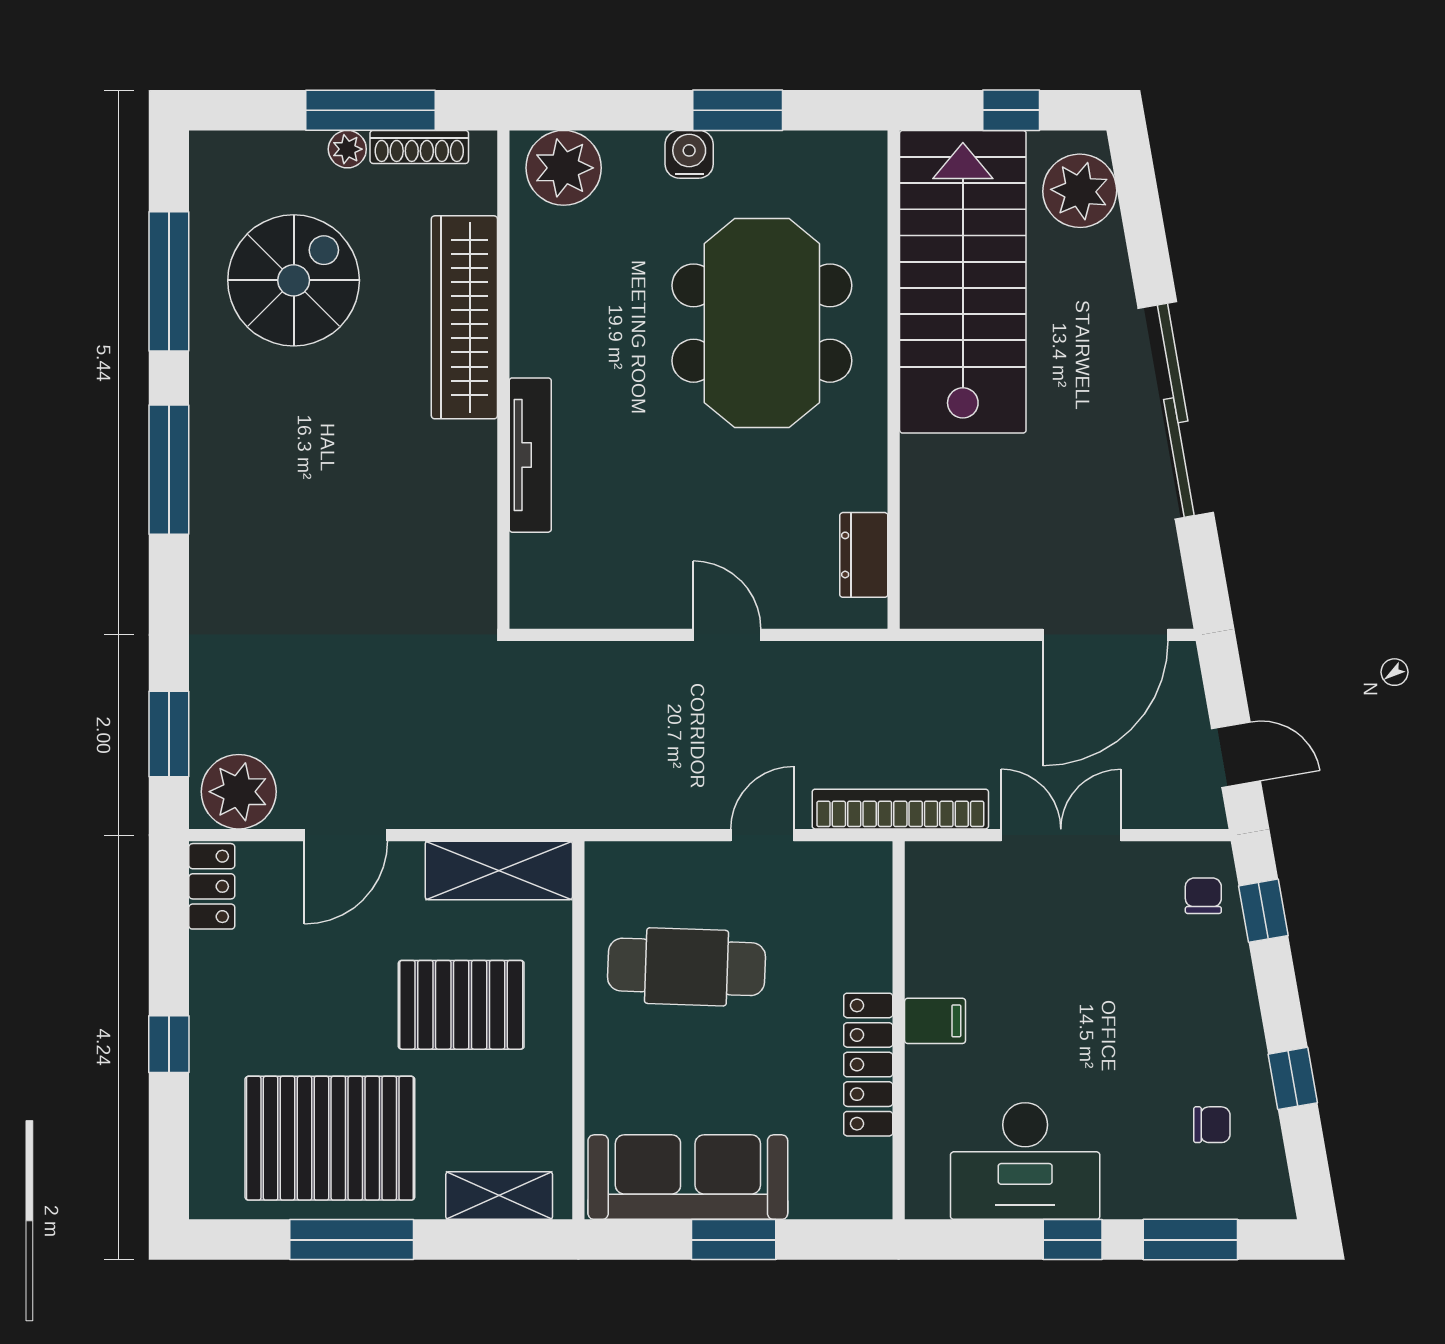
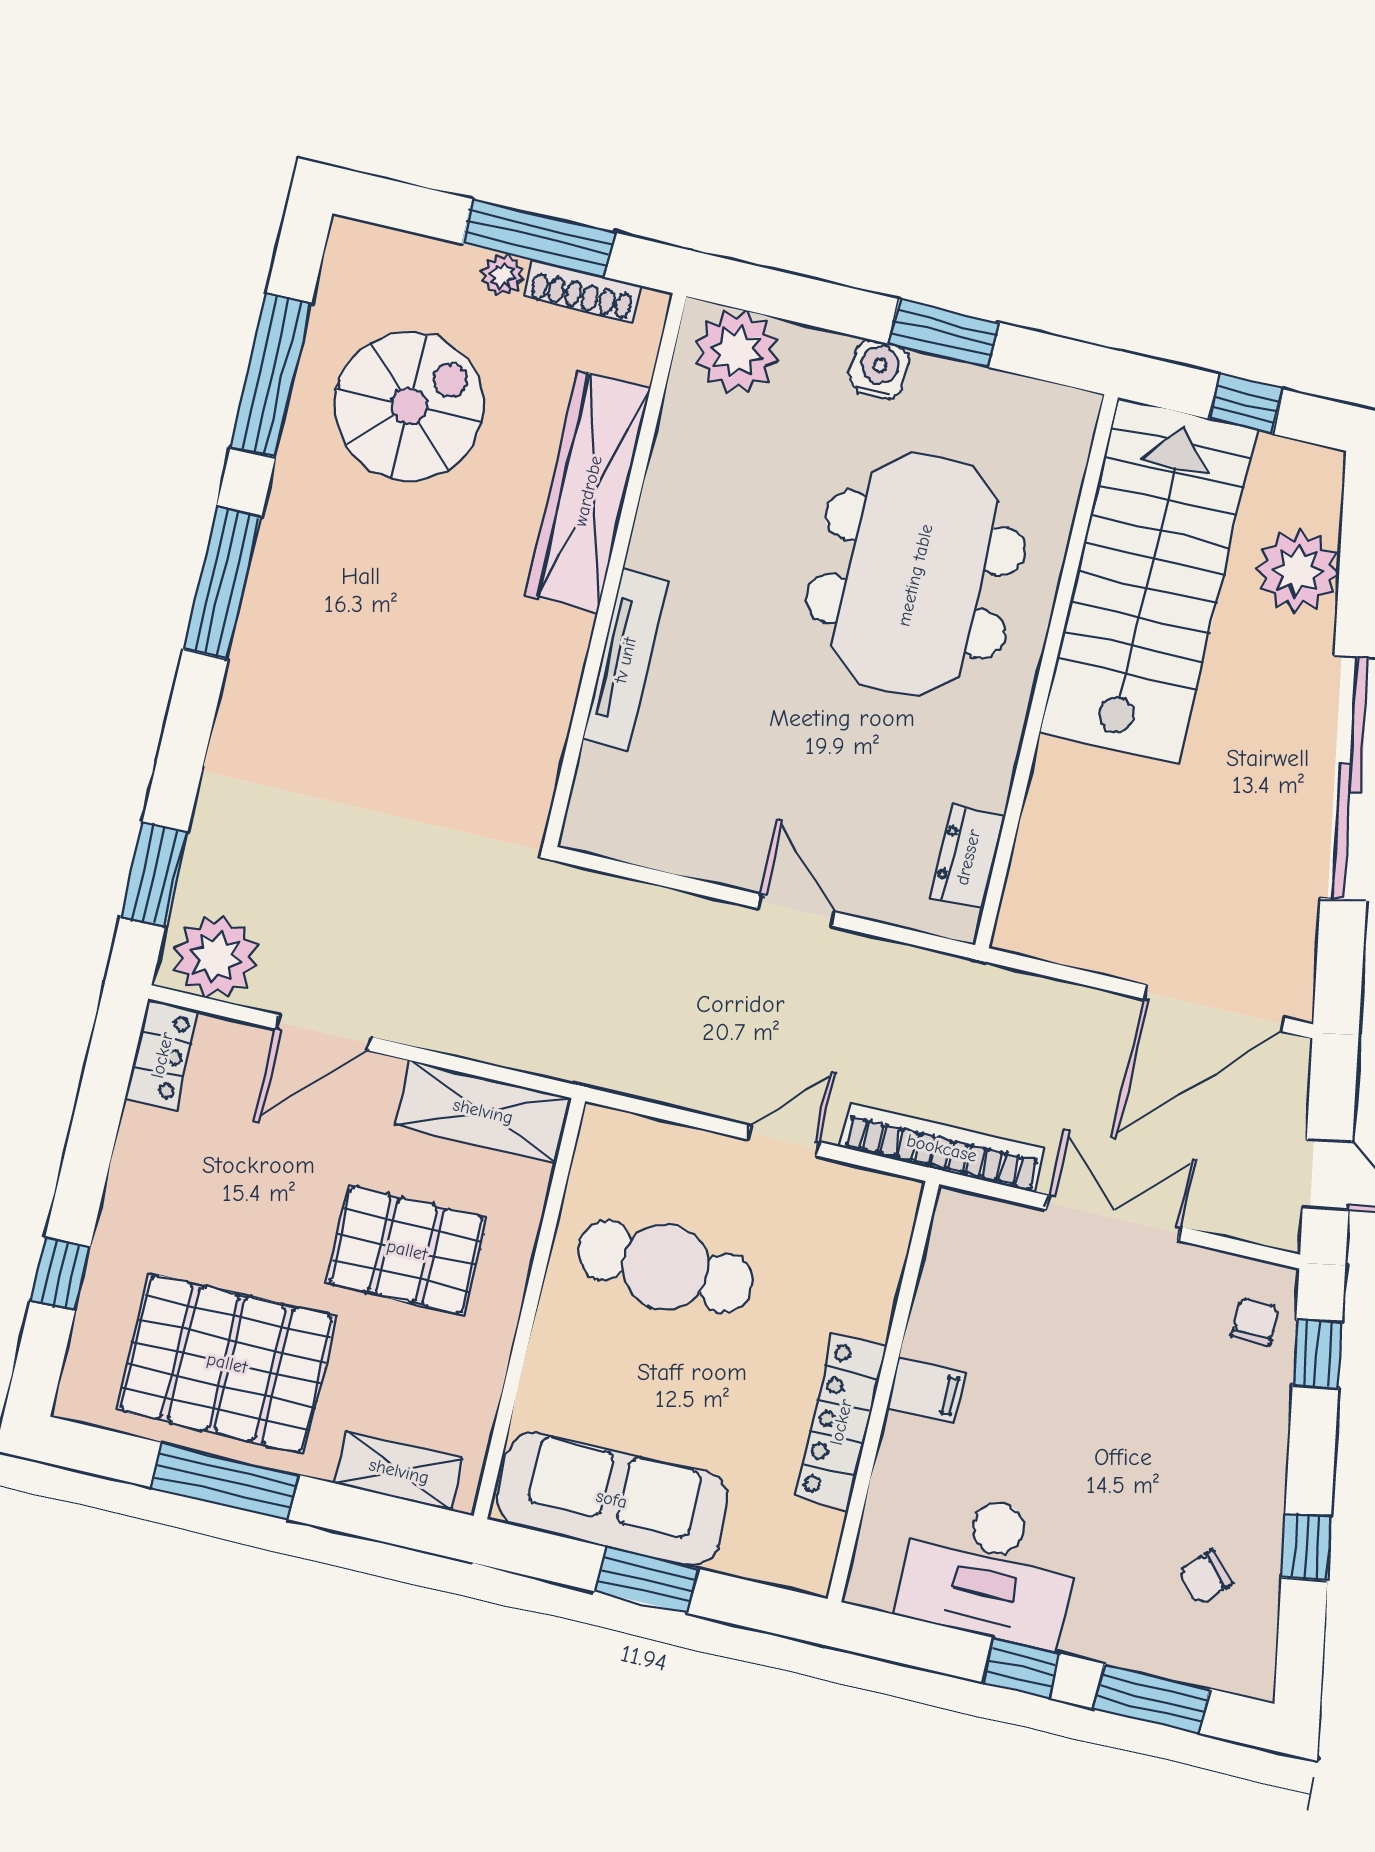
plant: (1080, 191) -> (1298, 571), moved
window: (169, 1044) -> (60, 1274), moved
chair: (1212, 1125) -> (1205, 1577), turned 136

